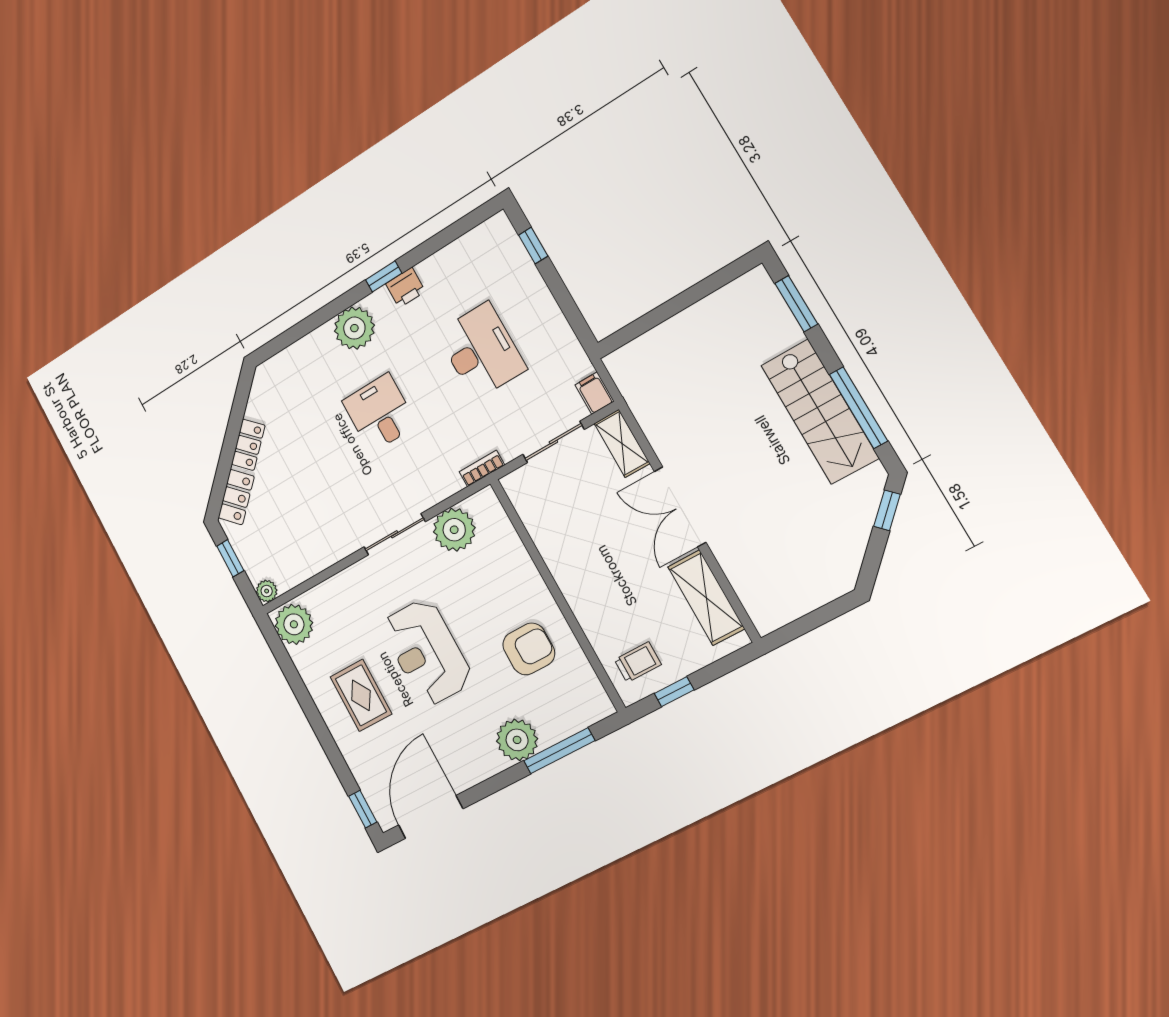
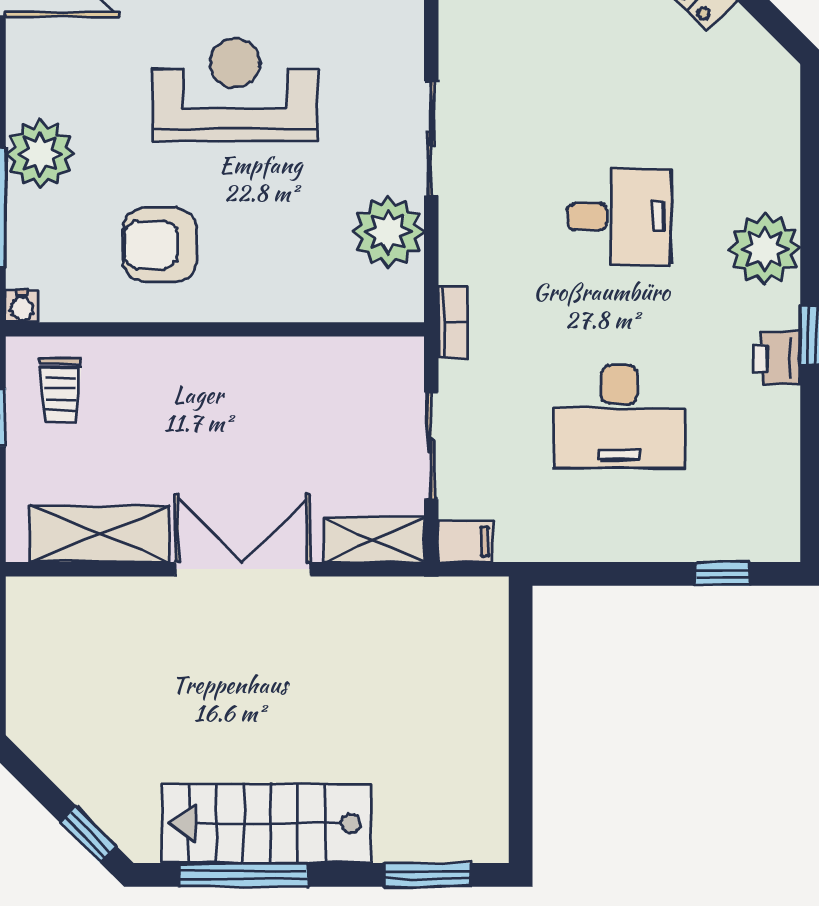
armchair: (529, 649) -> (160, 245), turned 90
water cooler: (604, 708) -> (22, 306), added

